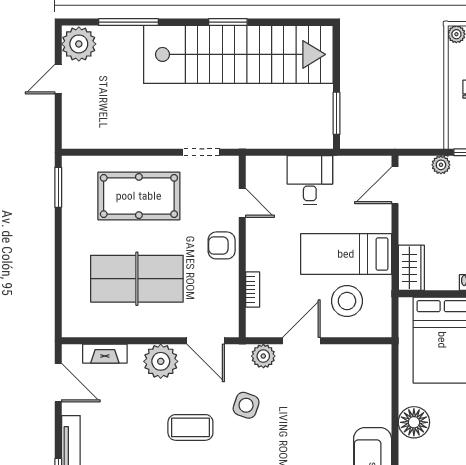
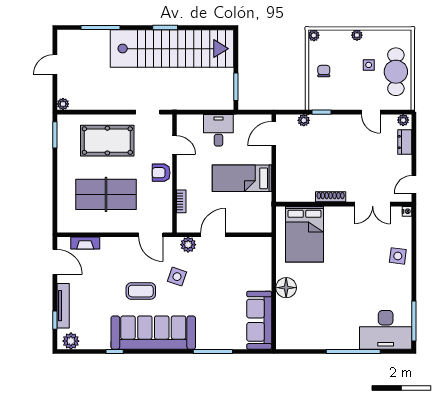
plant: (79, 44) -> (63, 104), moved, width x0.53, depth x0.53
wardrobe: (411, 268) -> (284, 187), removed
stool: (347, 301) -> (243, 209), removed
plant: (161, 361) -> (121, 248), removed

